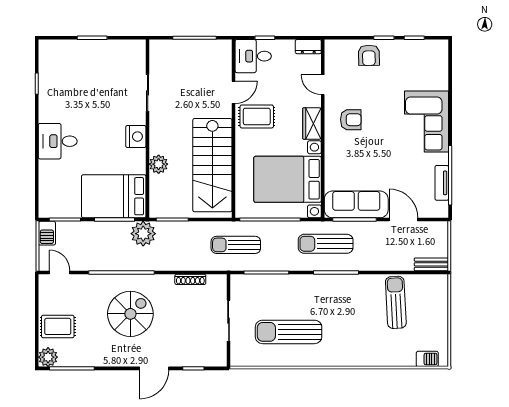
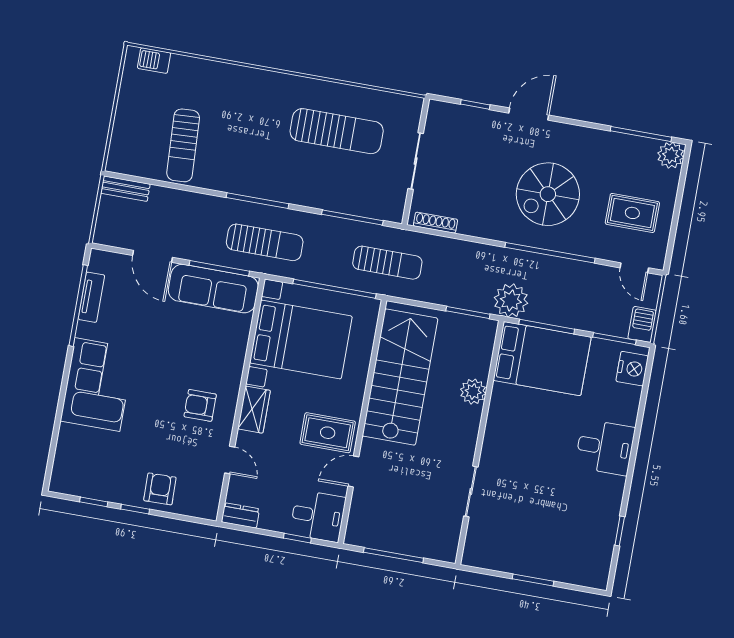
nightstand: (136, 137) -> (632, 369), moved, turned 180
shoe rack: (190, 279) -> (435, 223), moved
rug: (58, 326) -> (632, 213), moved

